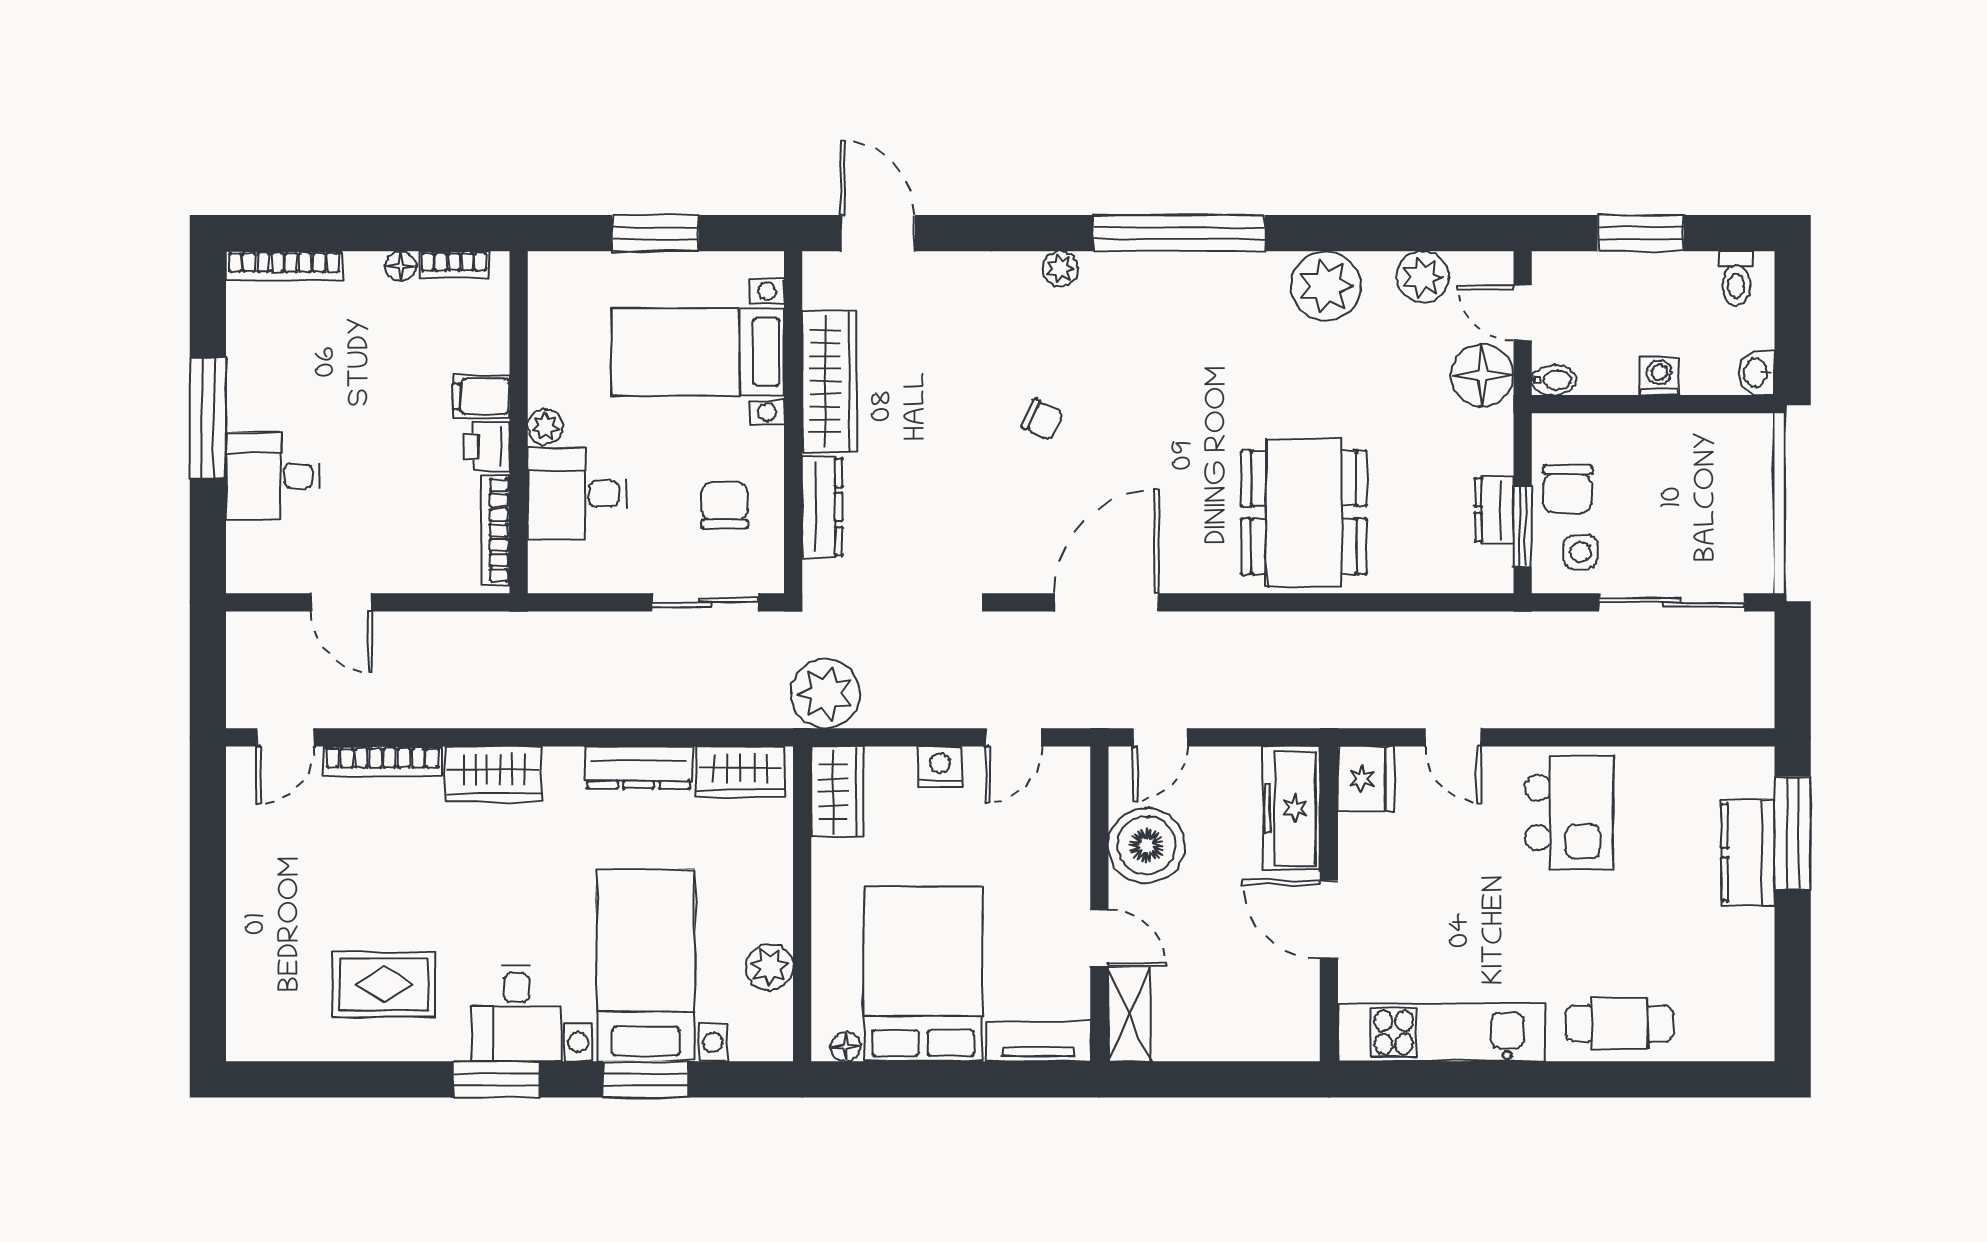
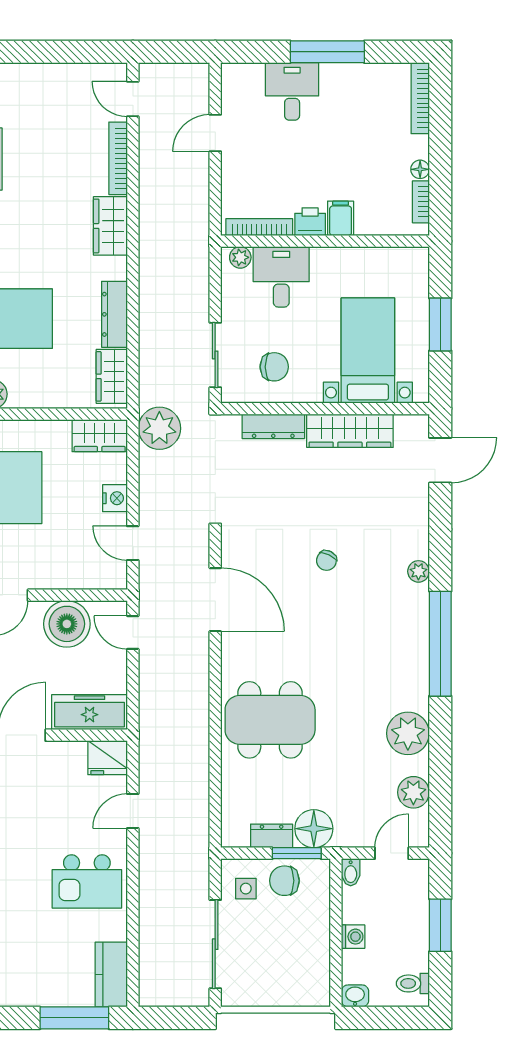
floor lamp: (1482, 375) -> (314, 829), moved
plant: (545, 427) -> (240, 257), moved
window: (1523, 527) -> (297, 853), moved
kitchen counter: (1748, 853) -> (111, 975), moved, turned -90

